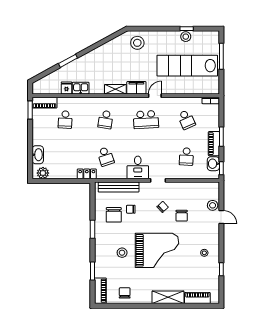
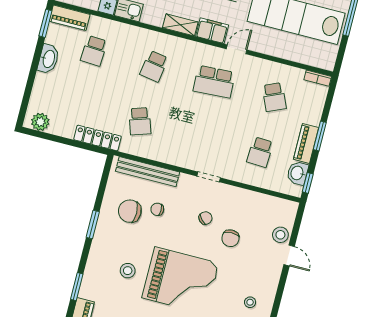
washbasin: (38, 155) -> (48, 59), moved
desk: (138, 167) -> (184, 150), removed
locker: (87, 174) -> (98, 138), width x1.53
chair: (114, 215) -> (130, 211), turned 90

